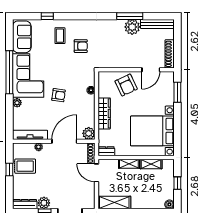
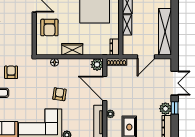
armchair: (126, 85) -> (49, 28), turned 115
wardrobe: (104, 113) -> (72, 49), width x0.67
door: (97, 173) -> (146, 57), moved
shelving: (114, 203) -> (165, 32), width x1.47

